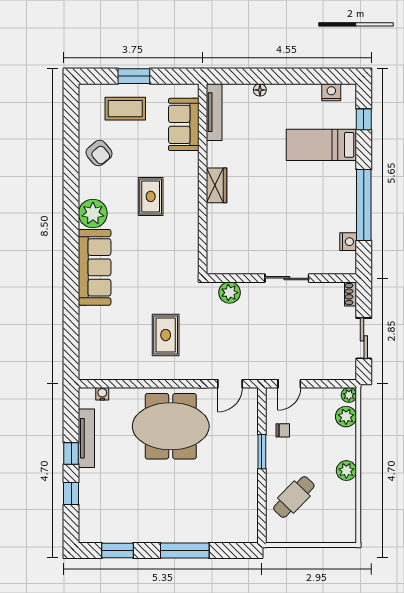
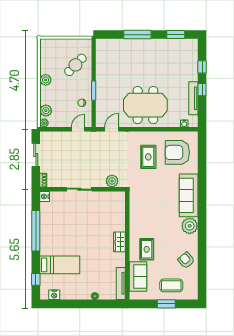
rug: (151, 196) -> (147, 249), moved
nightstand: (348, 242) -> (45, 196), moved
armchair: (114, 343) -> (177, 152), added

